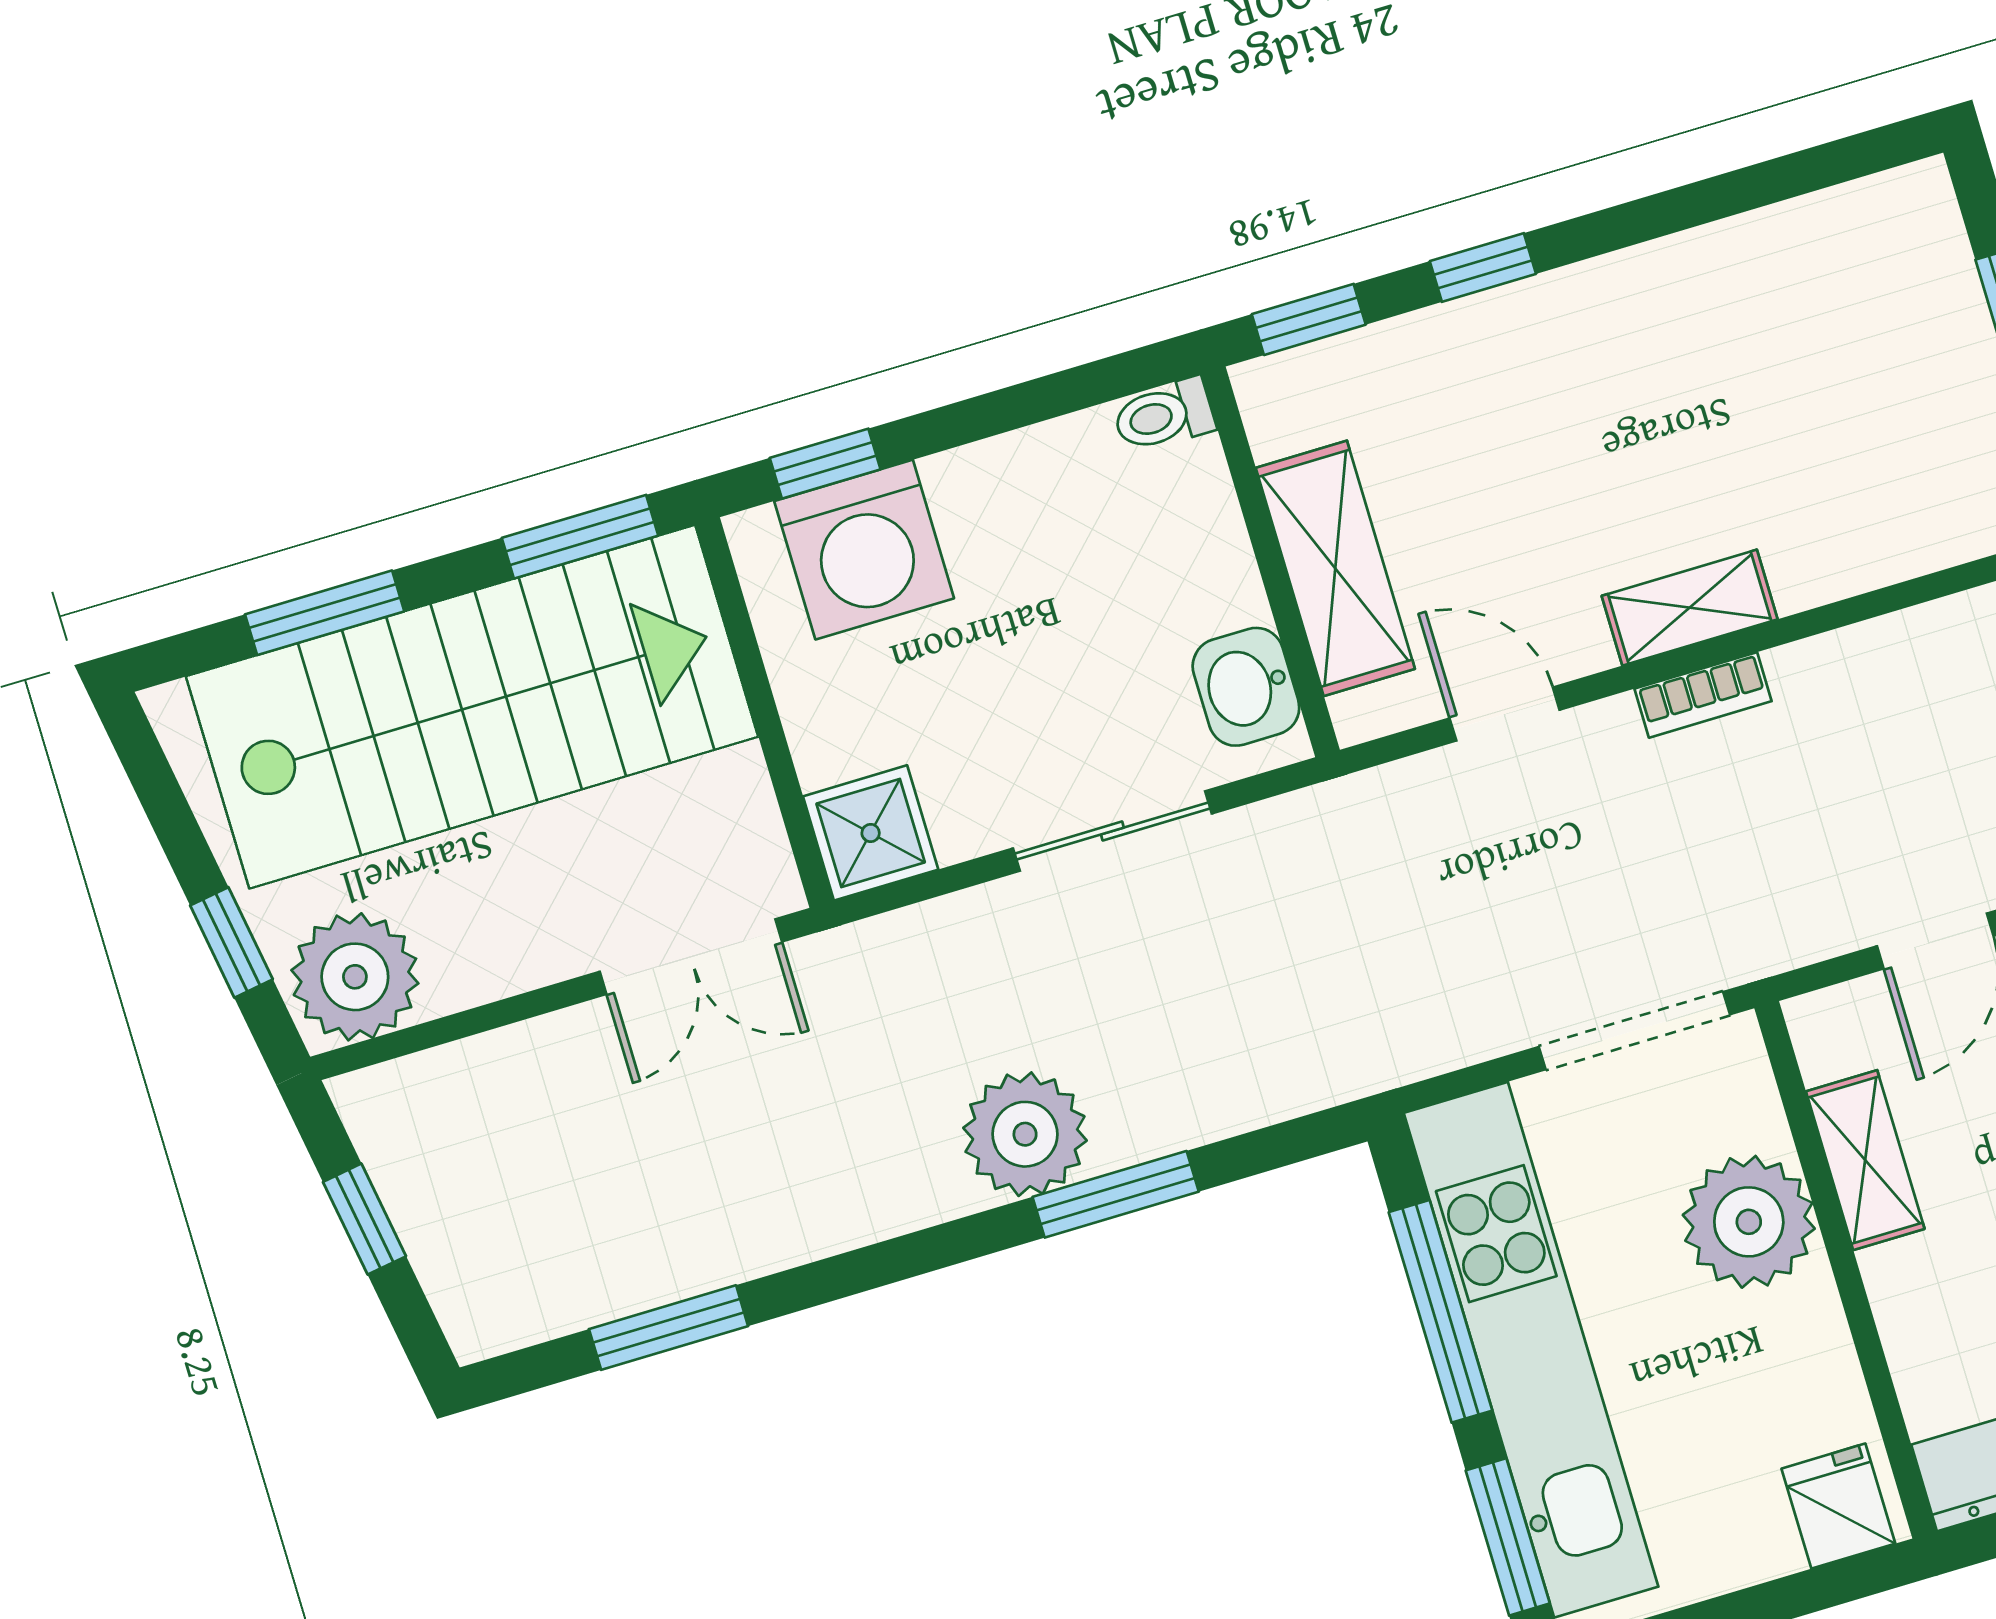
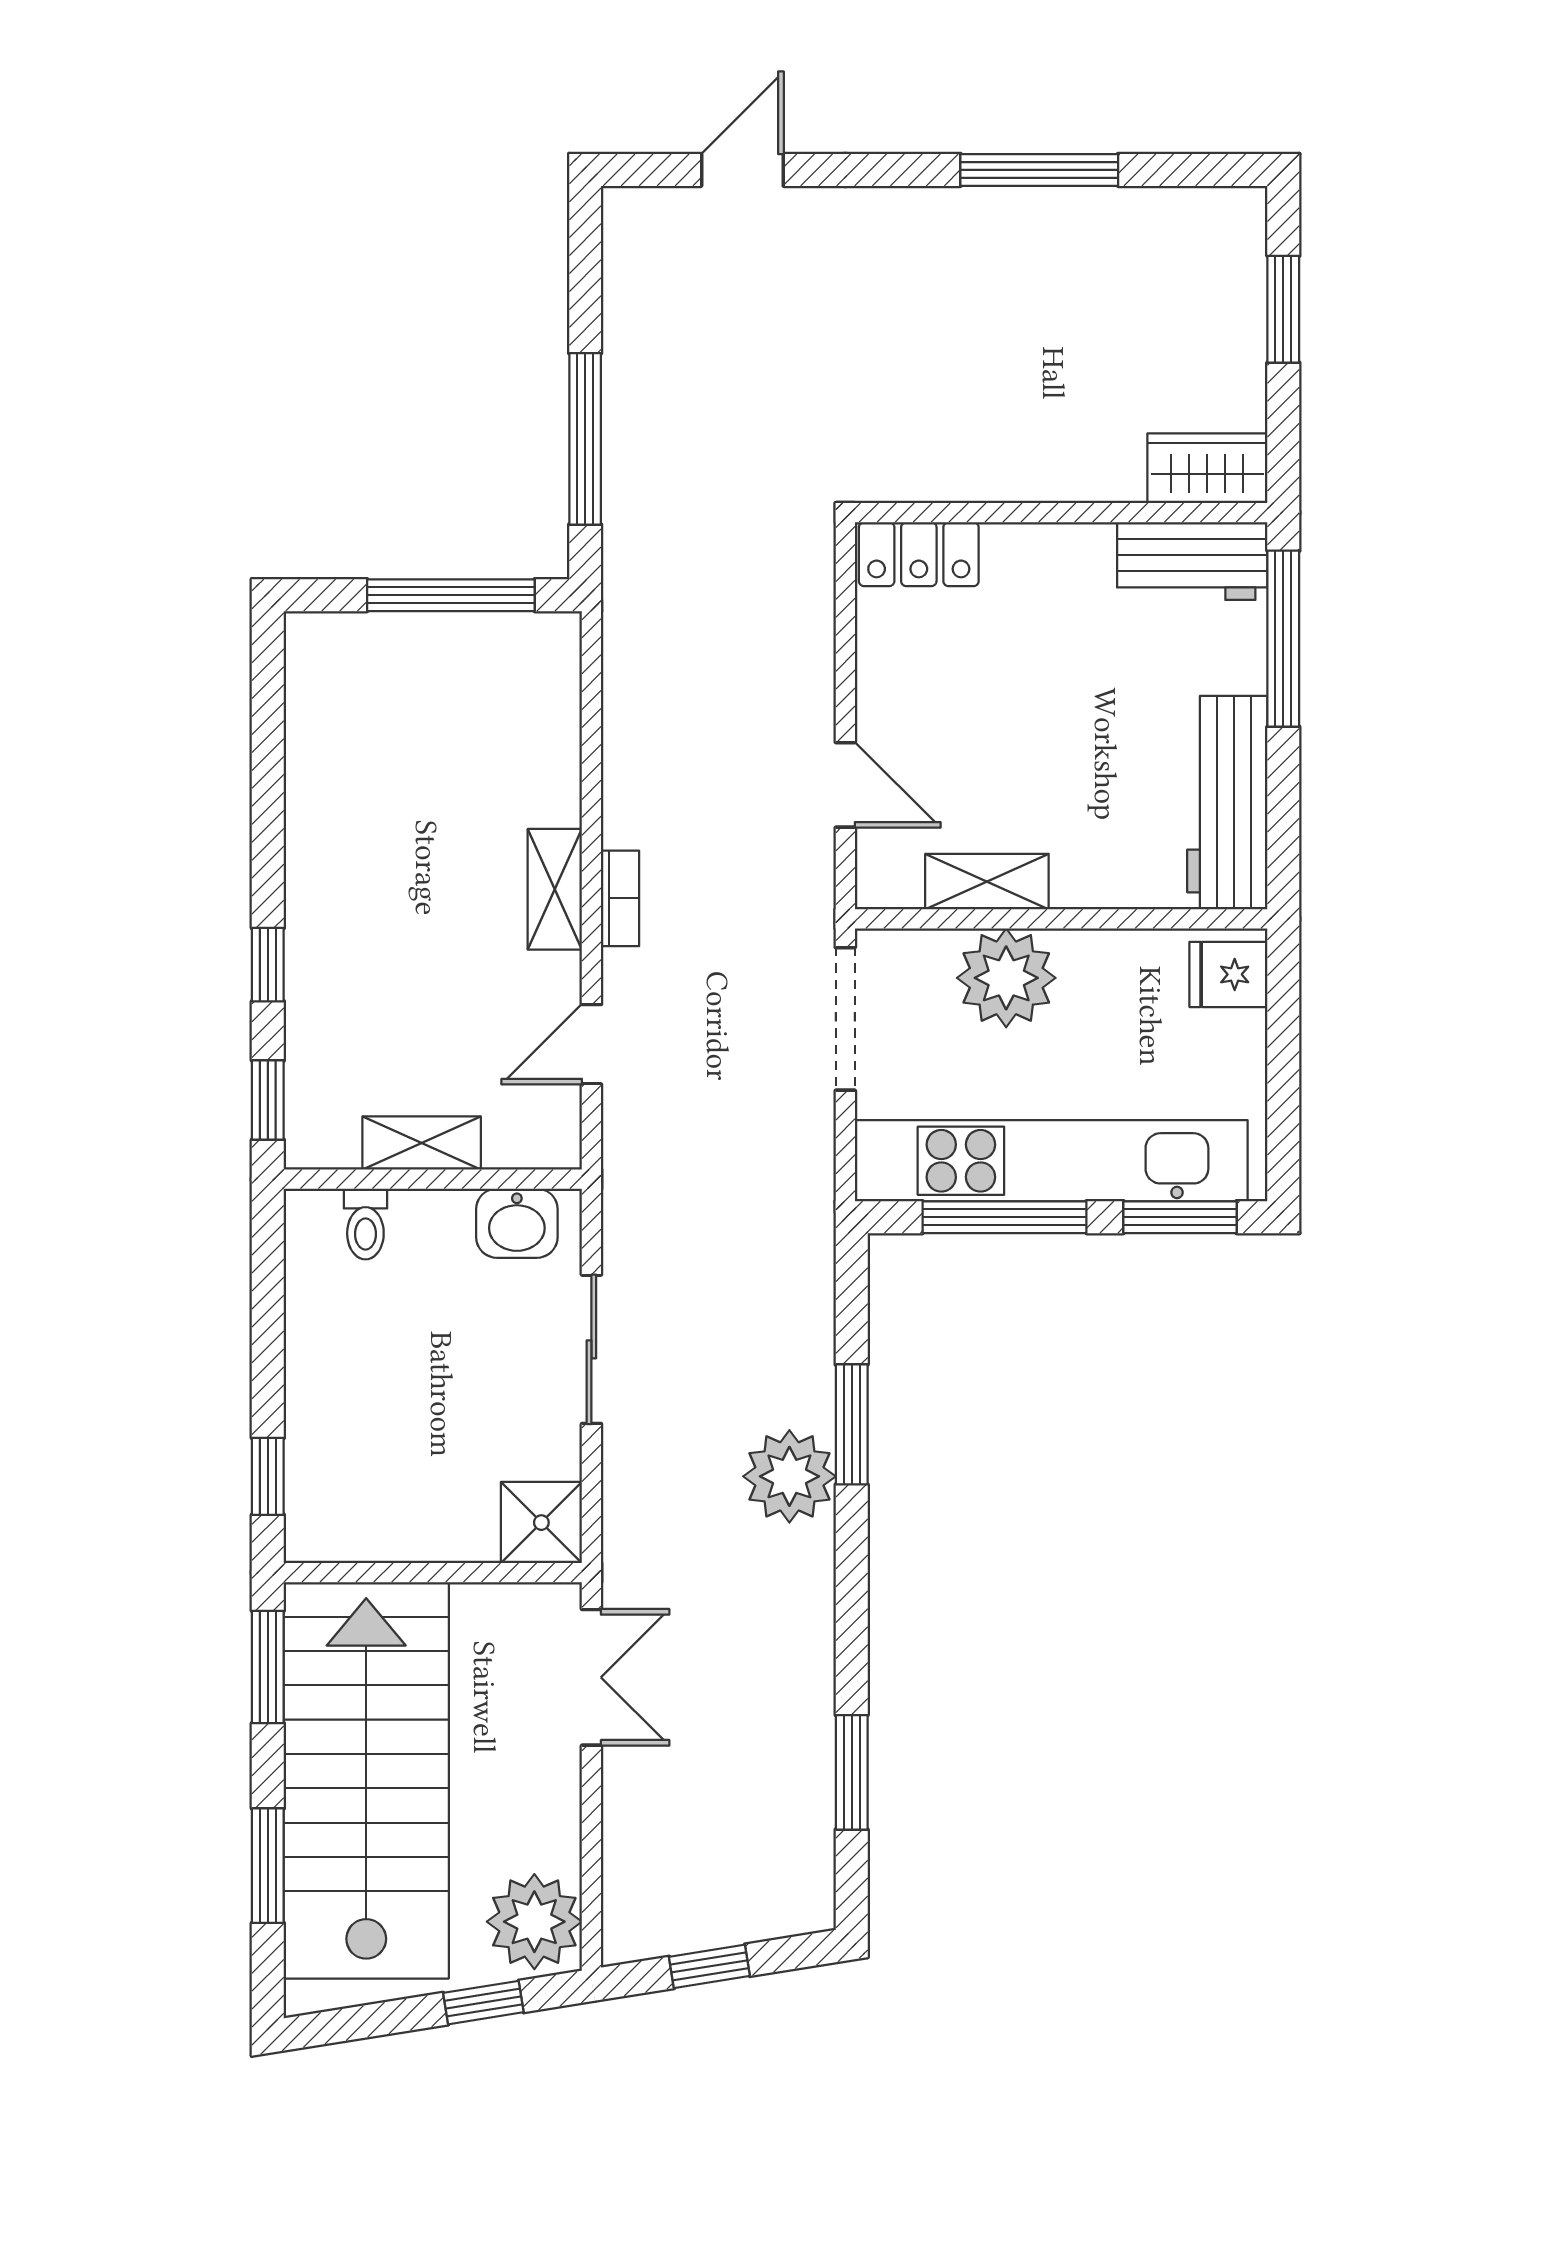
toilet: (1164, 415) -> (365, 1224), moved
washing machine: (864, 550) -> (338, 1467), removed
shelving: (1335, 568) -> (422, 1143), width x0.67, depth x0.75

